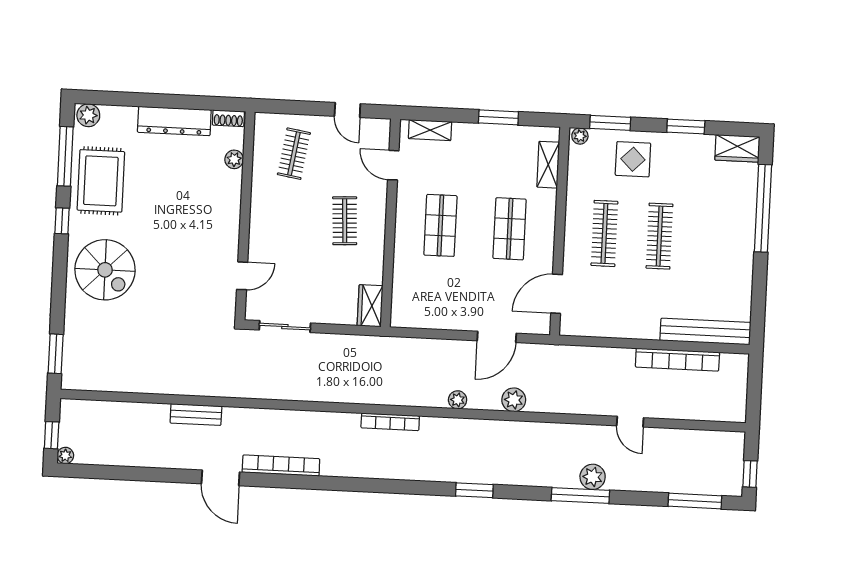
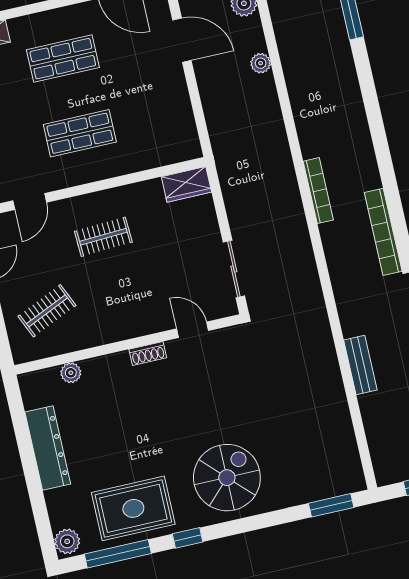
shoe rack: (228, 118) -> (148, 353), moved, turned 90
clothes rail: (294, 154) -> (47, 311), turned -33
bench: (196, 415) -> (360, 365), moved
bookcase: (390, 422) -> (318, 191), moved

